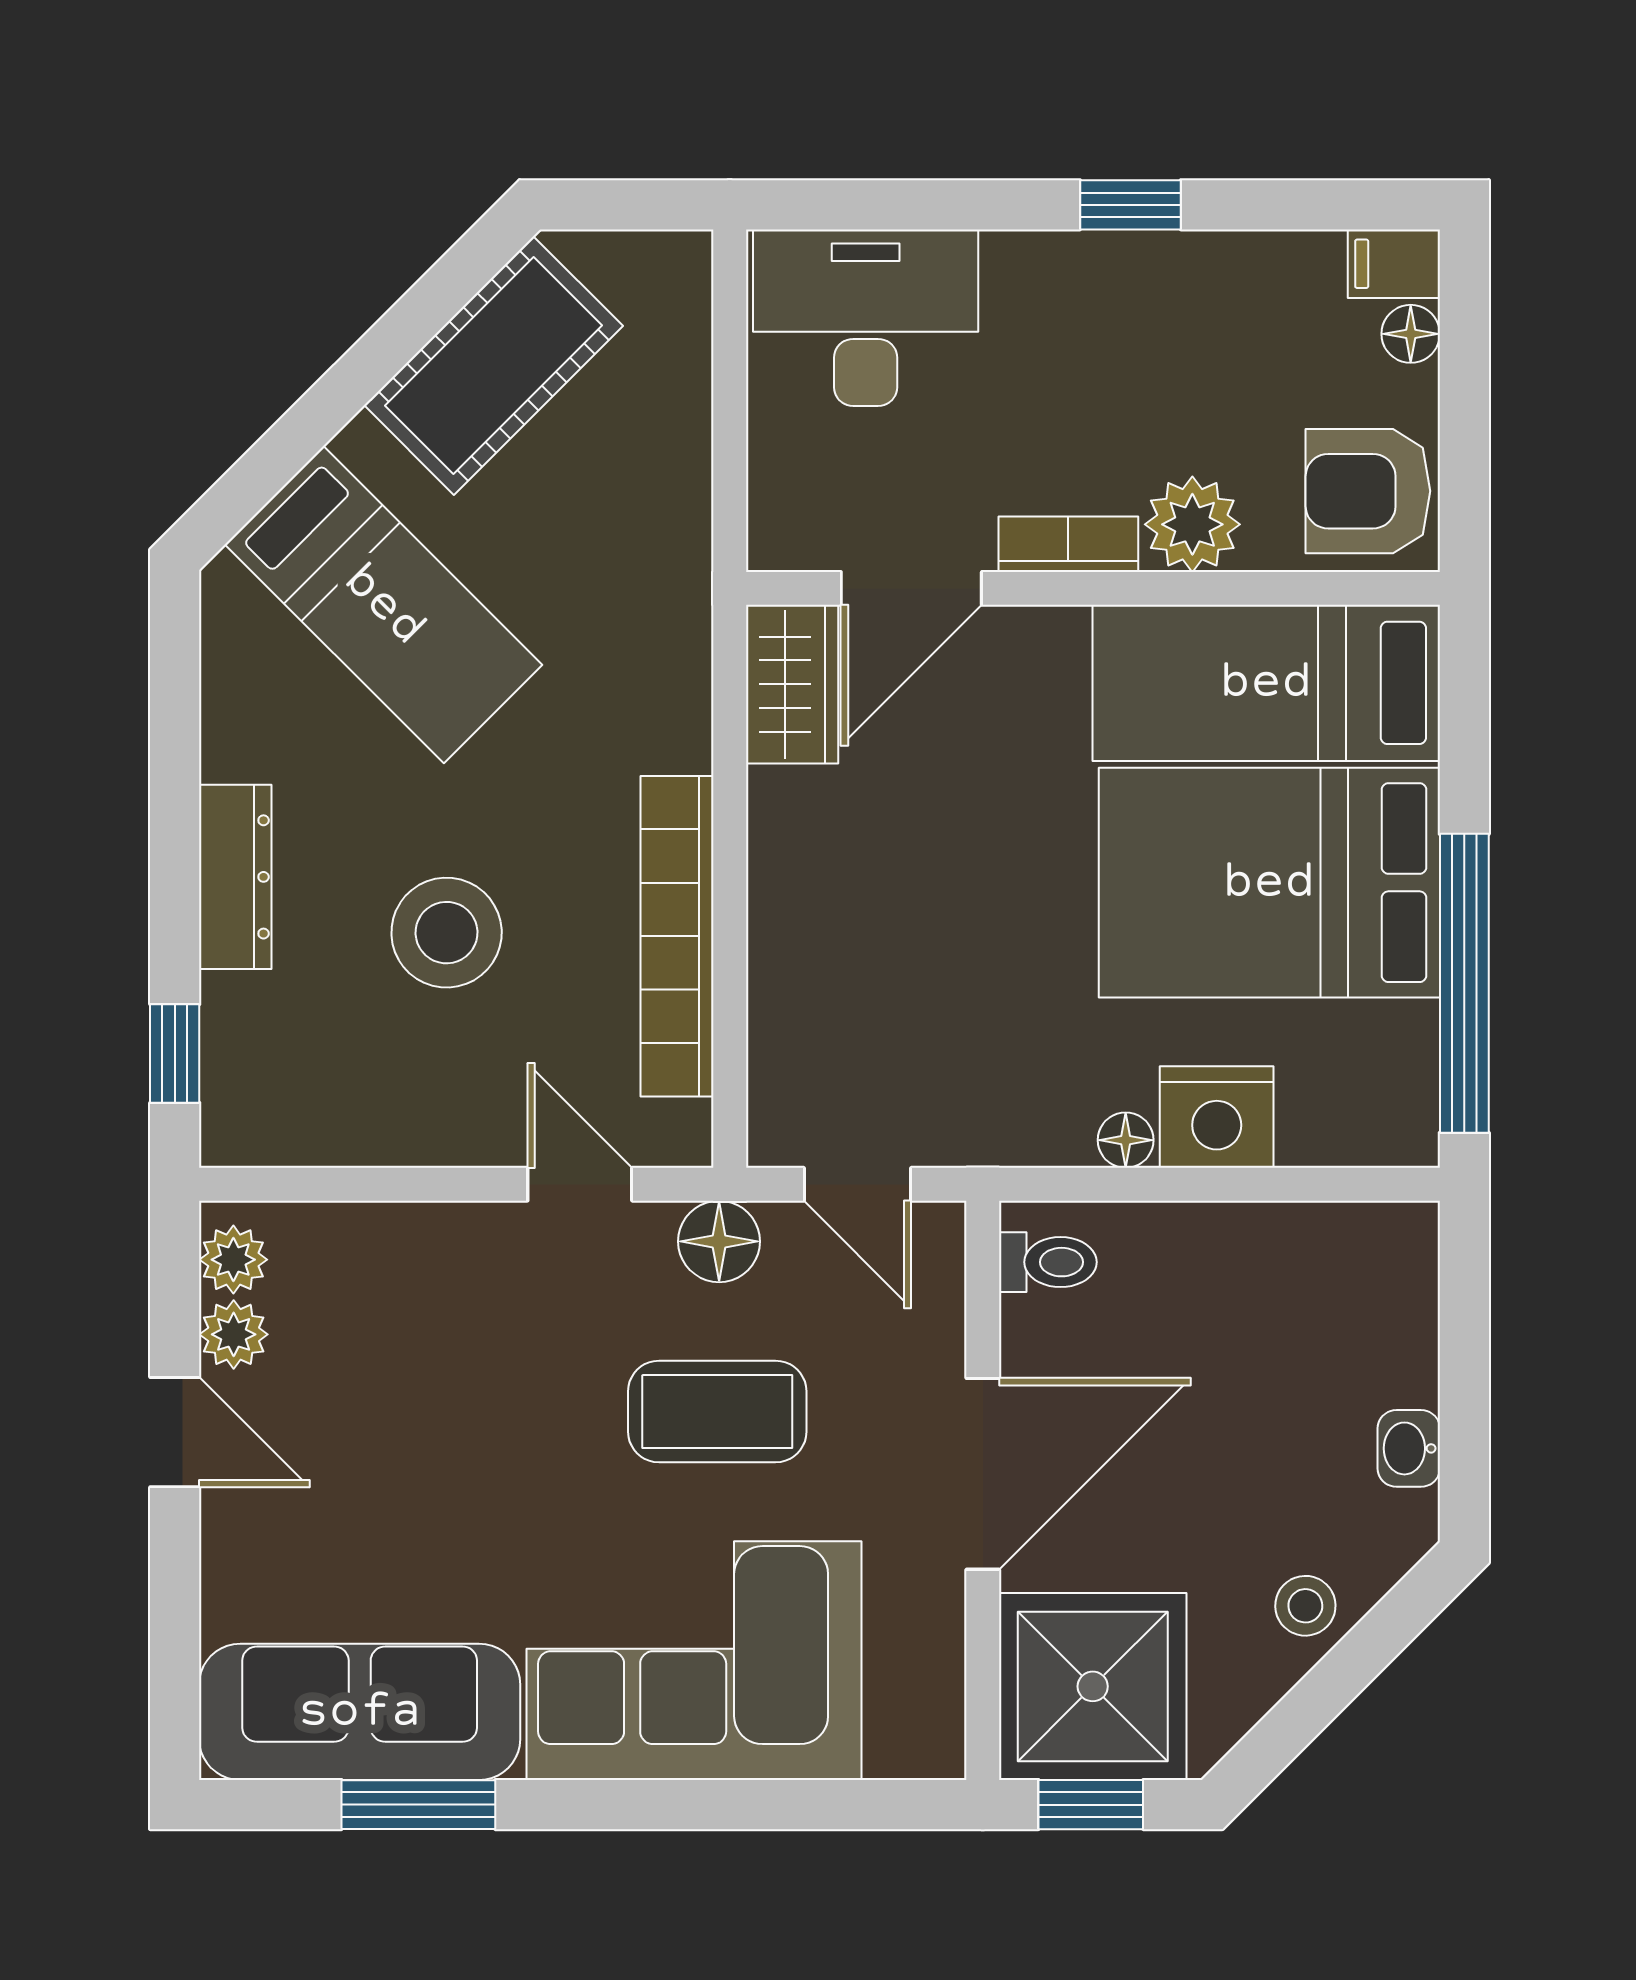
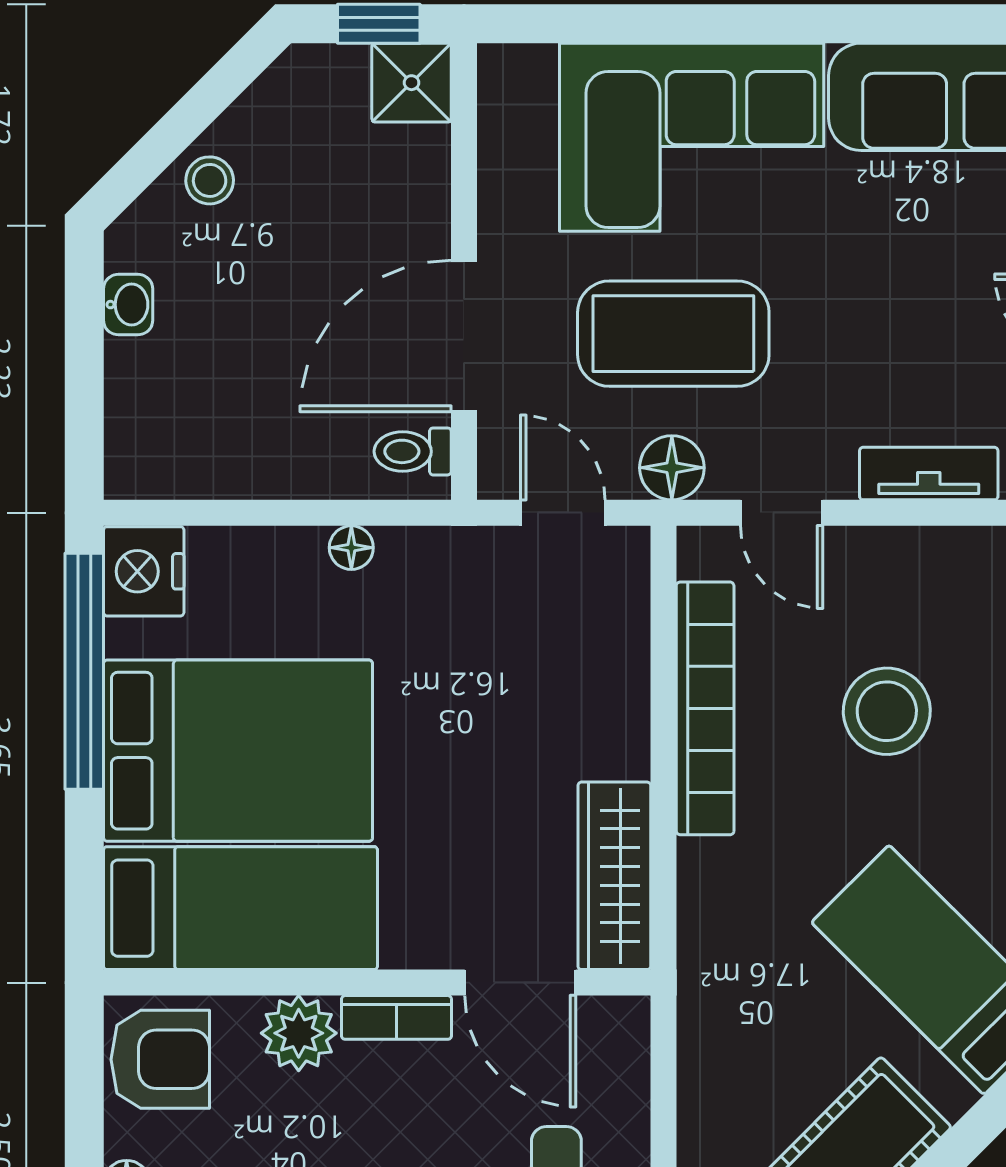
door: (911, 588) -> (520, 983), swing flipped
wardrobe: (792, 684) -> (614, 876), width x1.50
nightstand: (1217, 1117) -> (144, 571), moved, turned -90
tv unit: (393, 1234) -> (929, 474), added
coffee table: (717, 1412) -> (673, 334), width x1.36, depth x1.32
door: (983, 1474) -> (464, 336), moved
shower: (1093, 1686) -> (412, 83), width x0.54, depth x0.54
window: (418, 1805) -> (909, 24), removed

